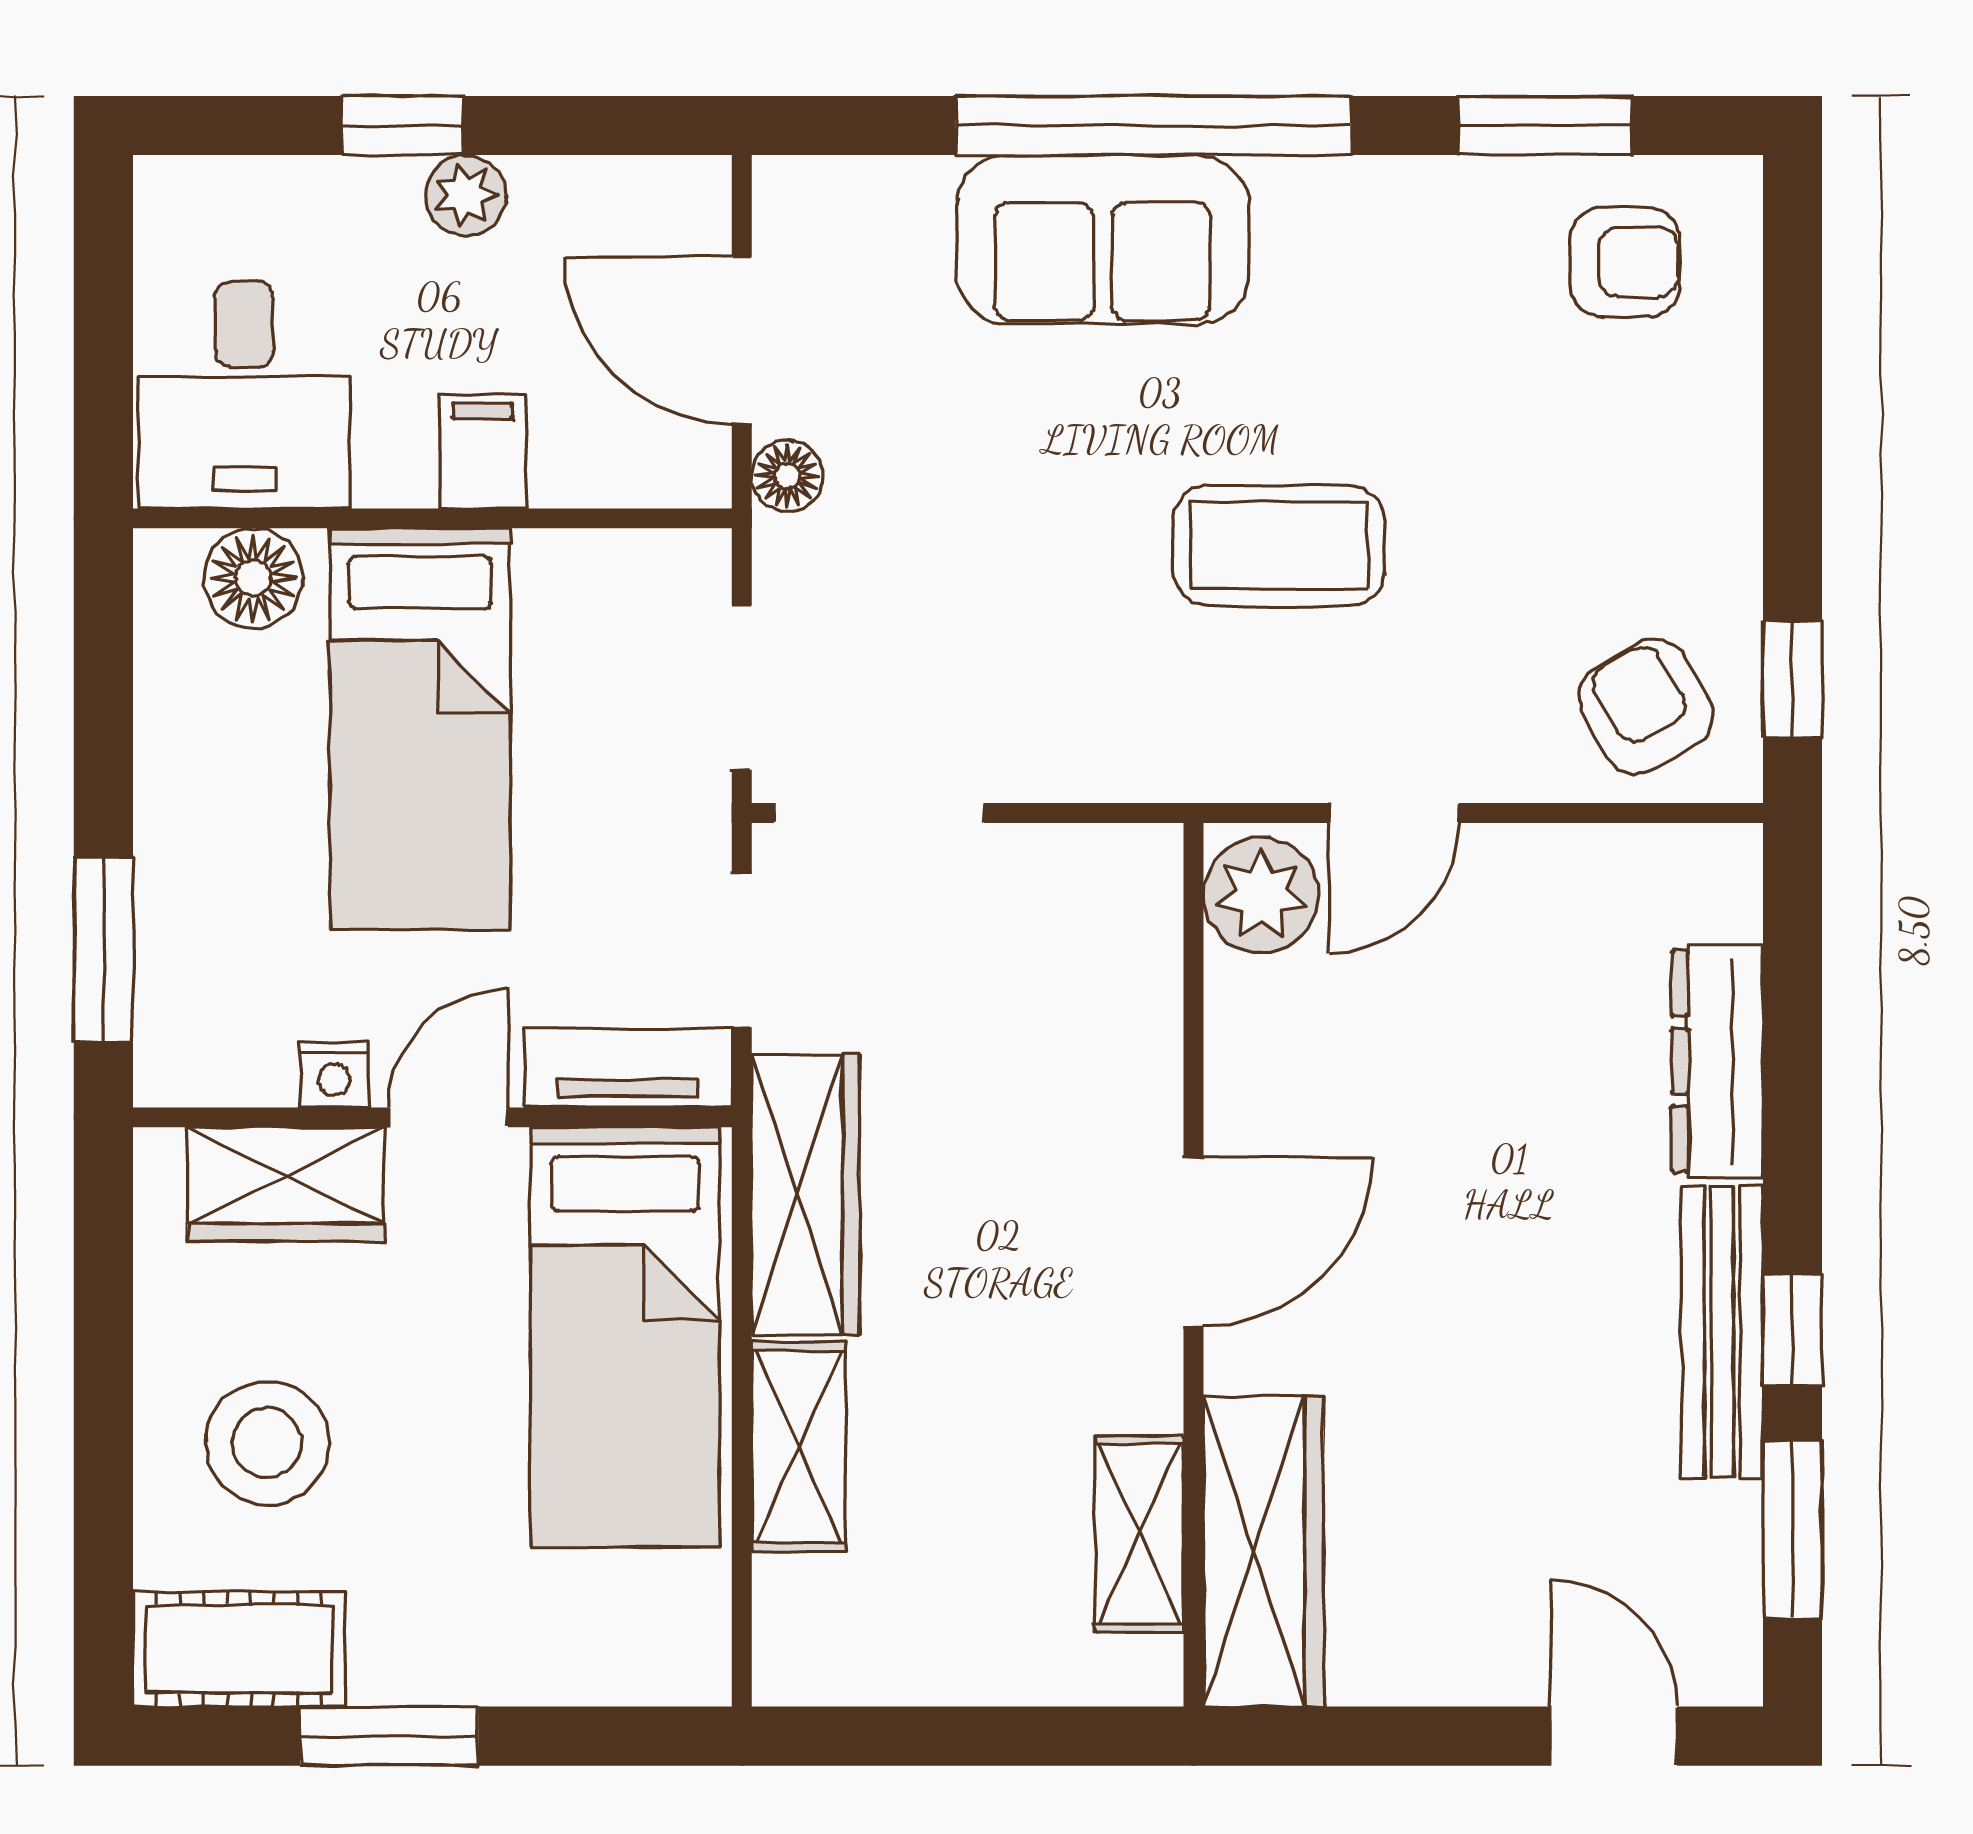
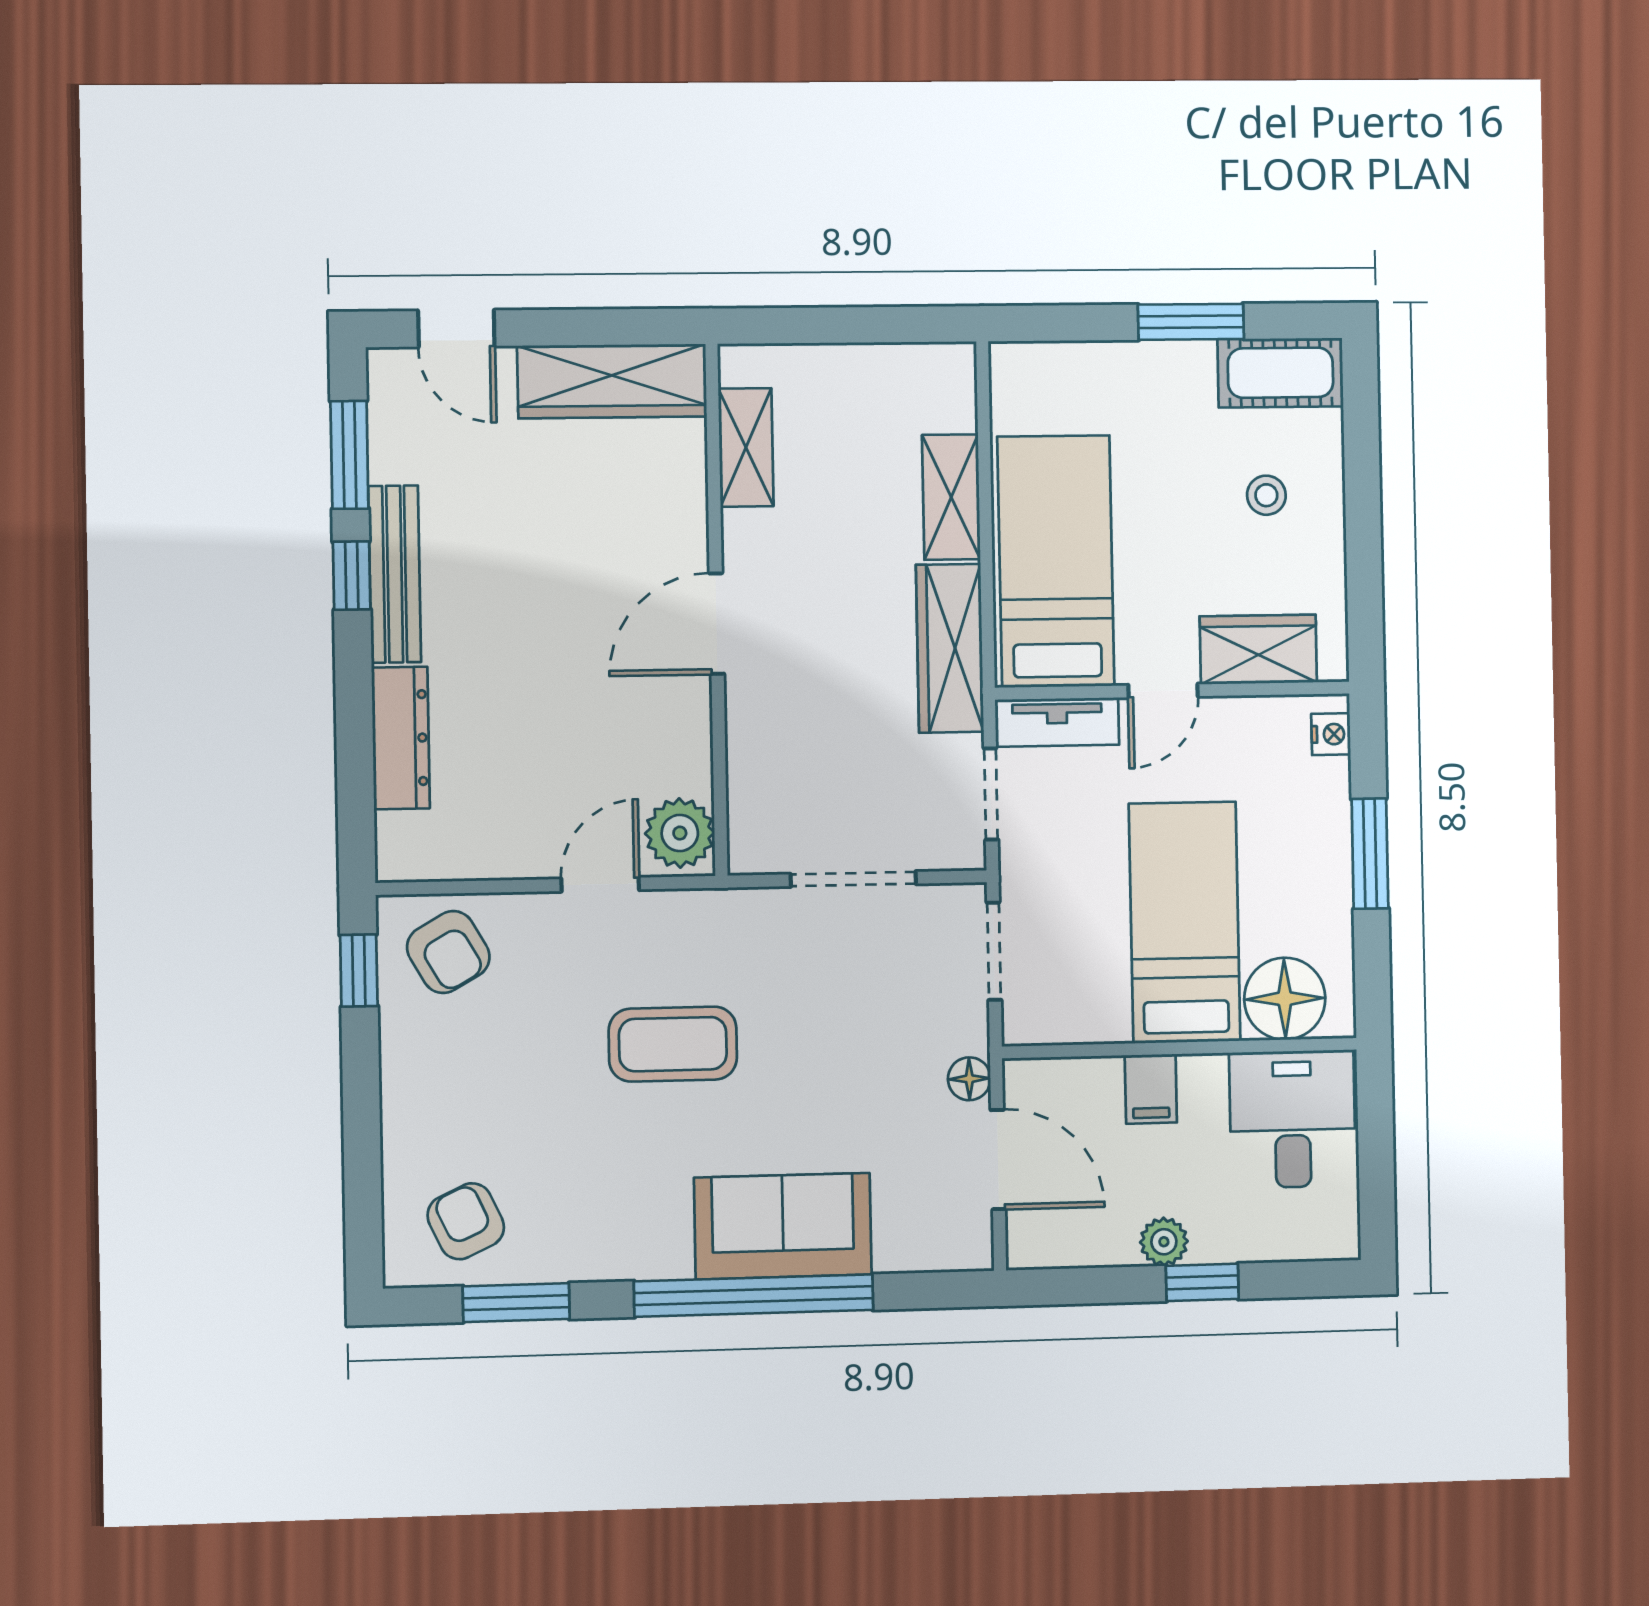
armchair: (1625, 262) -> (466, 1221), turned 65
floor lamp: (253, 578) -> (1285, 999), width x1.38, depth x1.38
doorway: (879, 813) -> (853, 879), moved
window: (103, 950) -> (1370, 854), moved
nightstand: (334, 1075) -> (1331, 734), moved, turned 90
stool: (267, 1443) -> (1266, 495), width x0.53, depth x0.53
wardrobe: (1263, 1551) -> (612, 381), moved, turned -90

